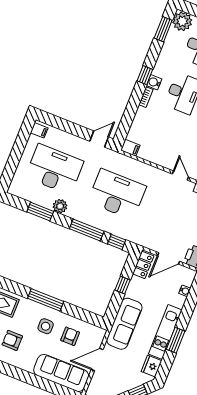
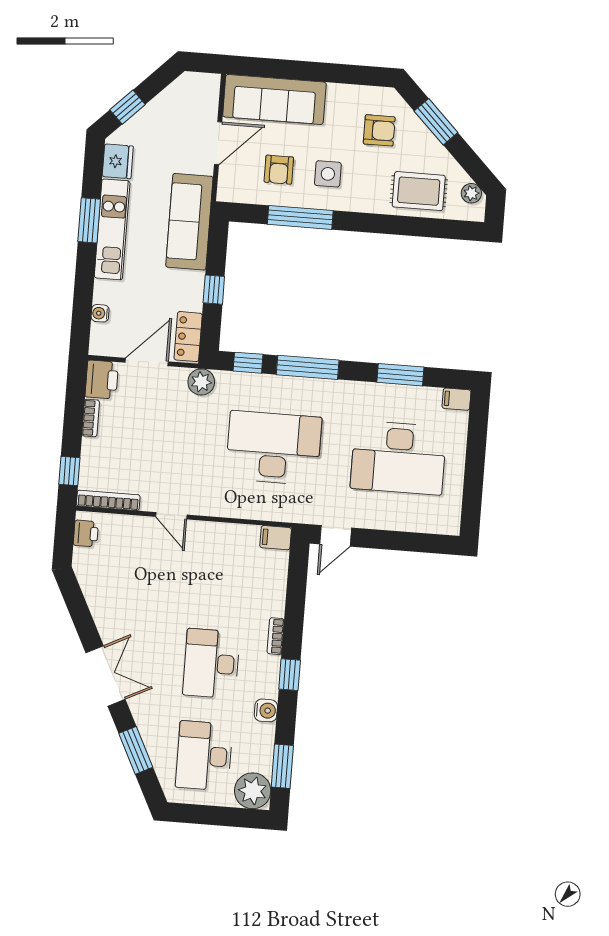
water cooler: (154, 82) -> (266, 710), moved
filing cabinet: (39, 130) -> (456, 399), moved
desk: (117, 194) -> (274, 448), turned 180
plant: (60, 206) -> (201, 382), moved
window: (46, 300) -> (300, 217), moved

